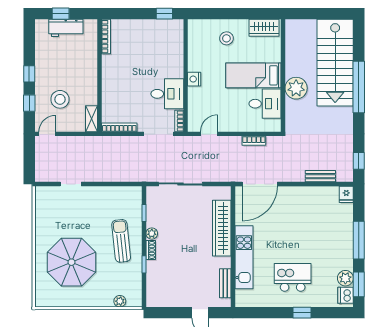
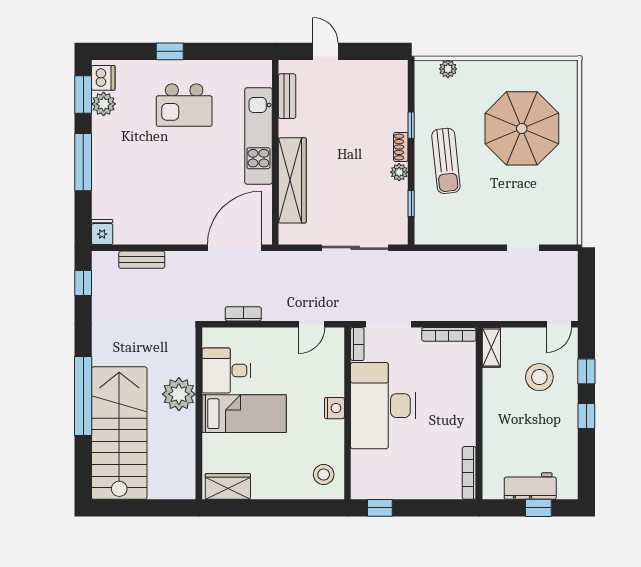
stool: (226, 38) -> (324, 474), moved
desk: (167, 94) -> (383, 406), width x1.87, depth x1.30

